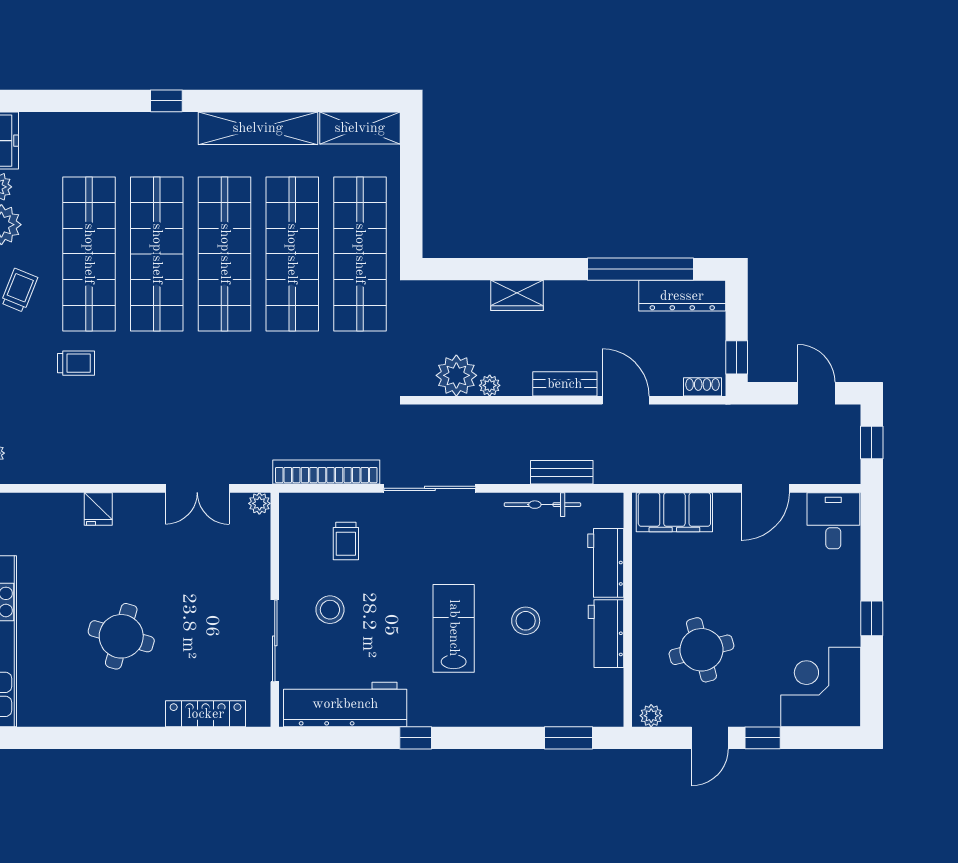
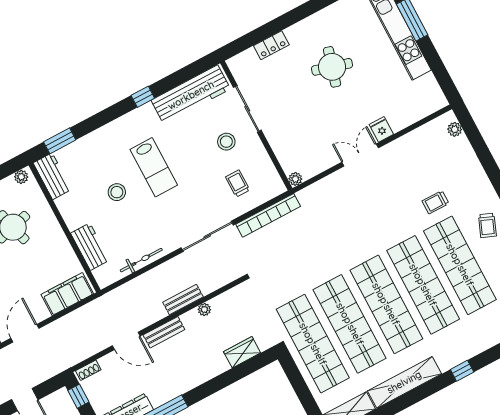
wardrobe: (517, 295) -> (242, 352), moved
plant: (456, 375) -> (225, 305), removed
bench: (562, 472) -> (183, 300), moved
double door: (197, 488) -> (360, 155), moved
workbench: (606, 634) -> (52, 176), moved
locker: (206, 714) -> (271, 45), width x0.66

